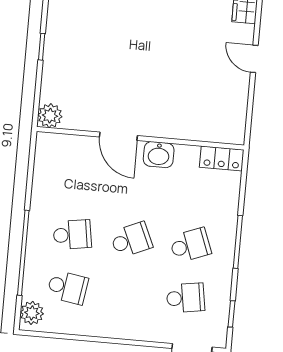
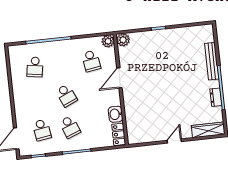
washbasin: (159, 155) -> (116, 114), moved
school desk: (72, 235) -> (91, 61), moved
plant: (32, 313) -> (108, 41), moved

